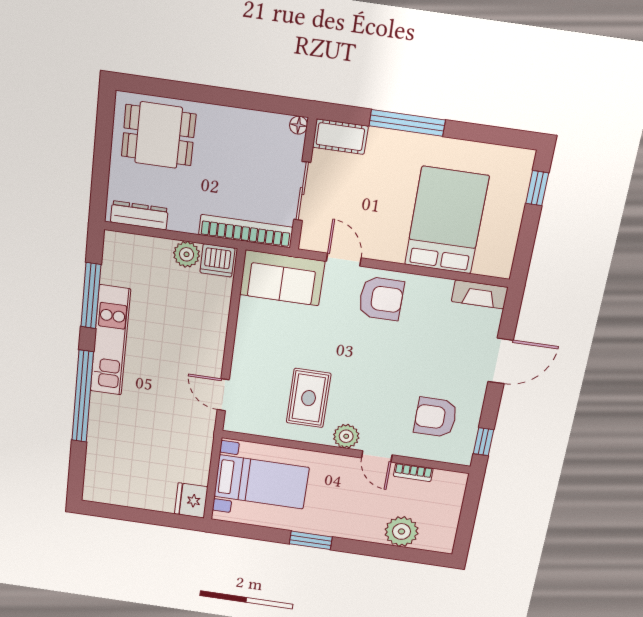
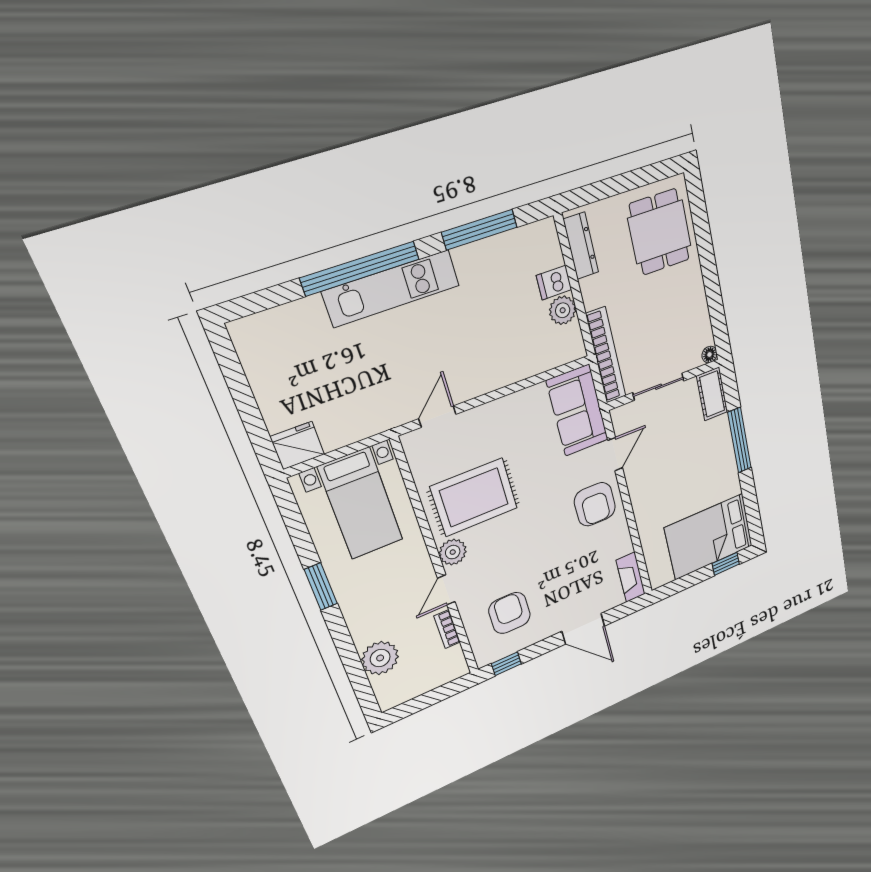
bed: (446, 221) -> (709, 537), moved, turned 180
dishwasher: (217, 260) -> (554, 283), moved, width x0.73
kitchen unit: (110, 340) -> (392, 288), moved
rug: (309, 398) -> (474, 497), width x1.36, depth x1.43

